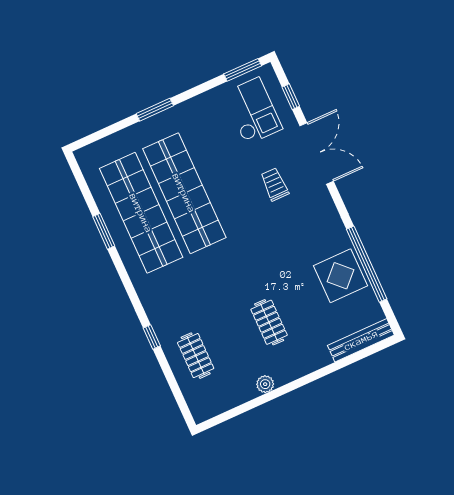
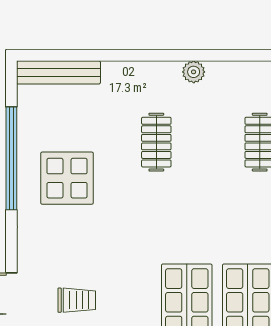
trolley: (275, 184) -> (77, 300), turned -90
display table: (340, 276) -> (67, 178), moved

